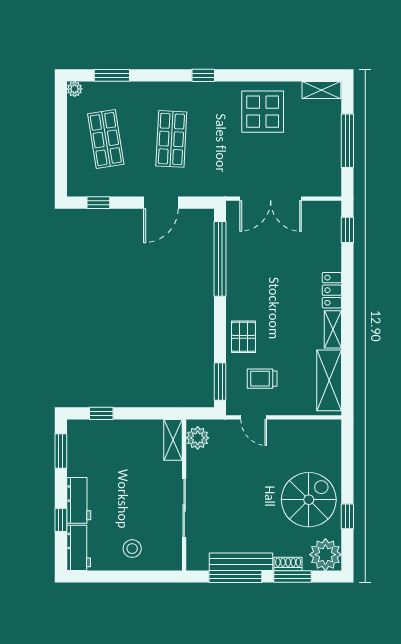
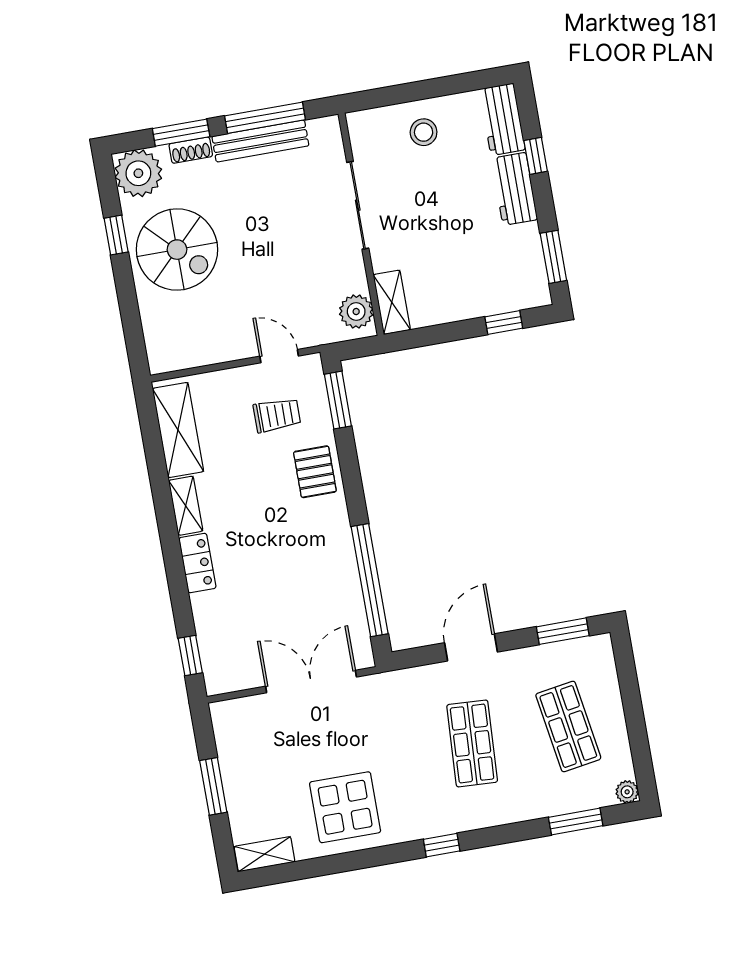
window: (347, 141) -> (213, 786), width x0.69
window: (98, 203) -> (563, 631), width x1.50
spiral stairs: (309, 500) -> (177, 250), turned -90

